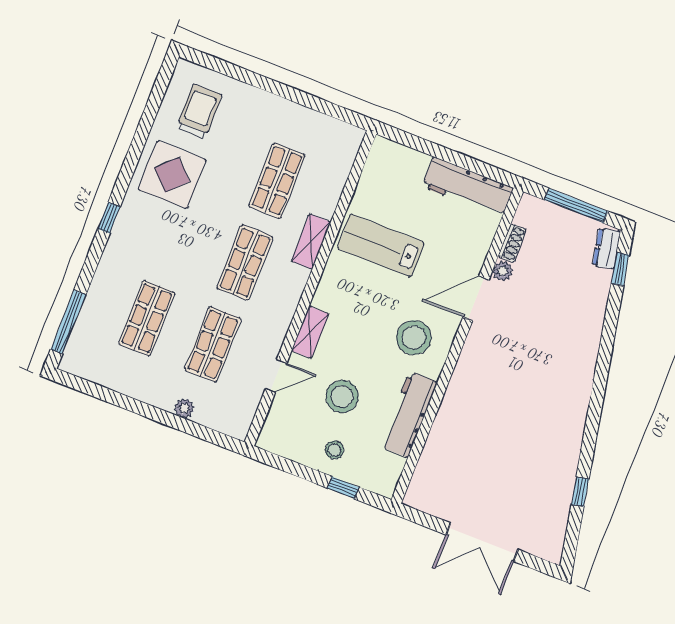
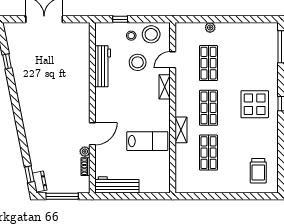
display table: (172, 175) -> (255, 104), moved
shop shelf: (147, 318) -> (245, 63), removed
stool: (414, 338) -> (151, 34), moved

